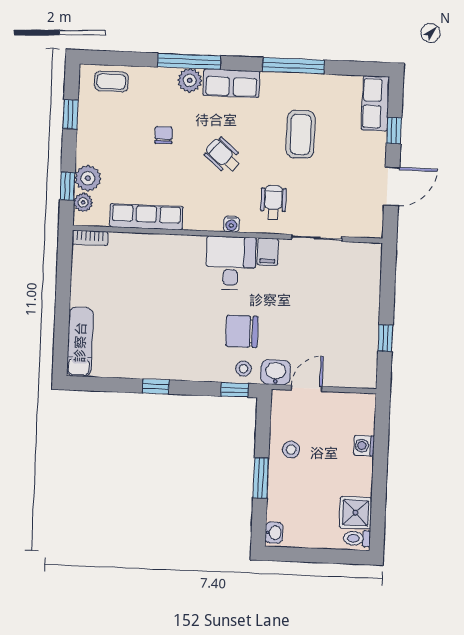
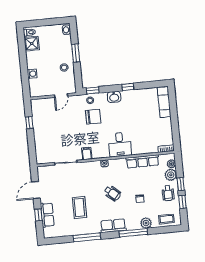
plant: (190, 80) -> (146, 223), moved
row of seats: (375, 103) -> (47, 215), moved
window: (67, 186) -> (181, 184), moved
wheelchair: (273, 202) -> (168, 193), moved
desk: (231, 263) -> (120, 144), moved
washbasin: (276, 372) -> (114, 97), moved

